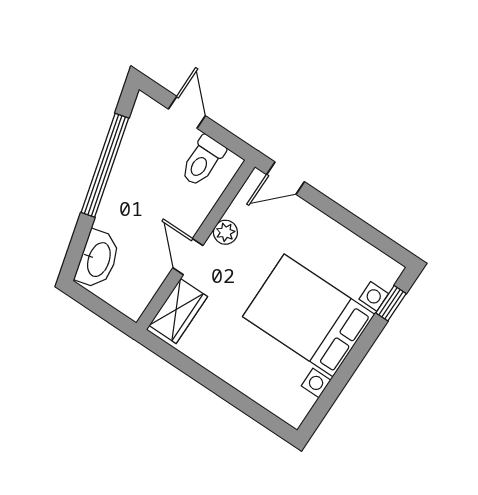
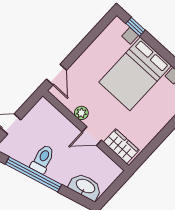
toilet: (203, 161) -> (43, 159), moved, turned -105

